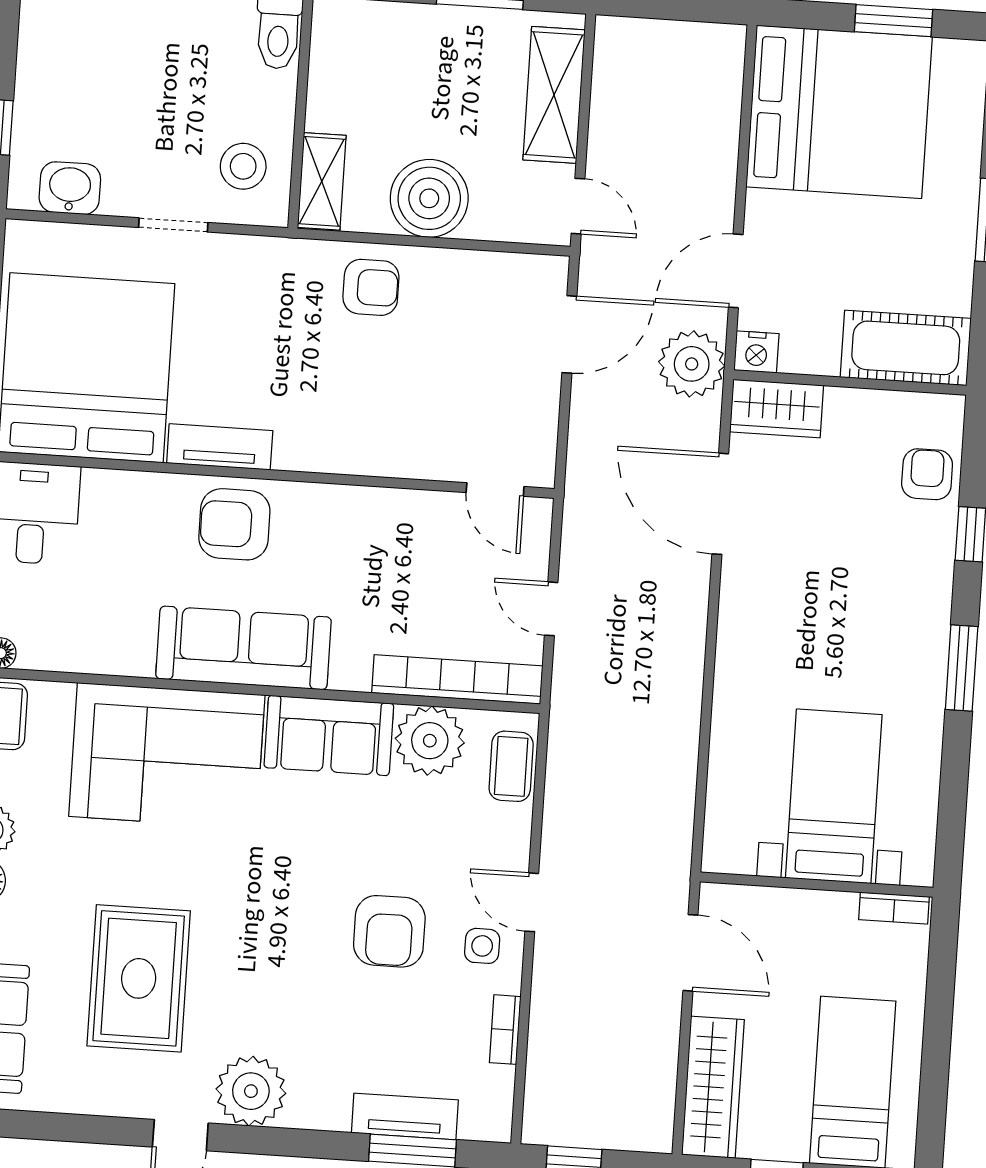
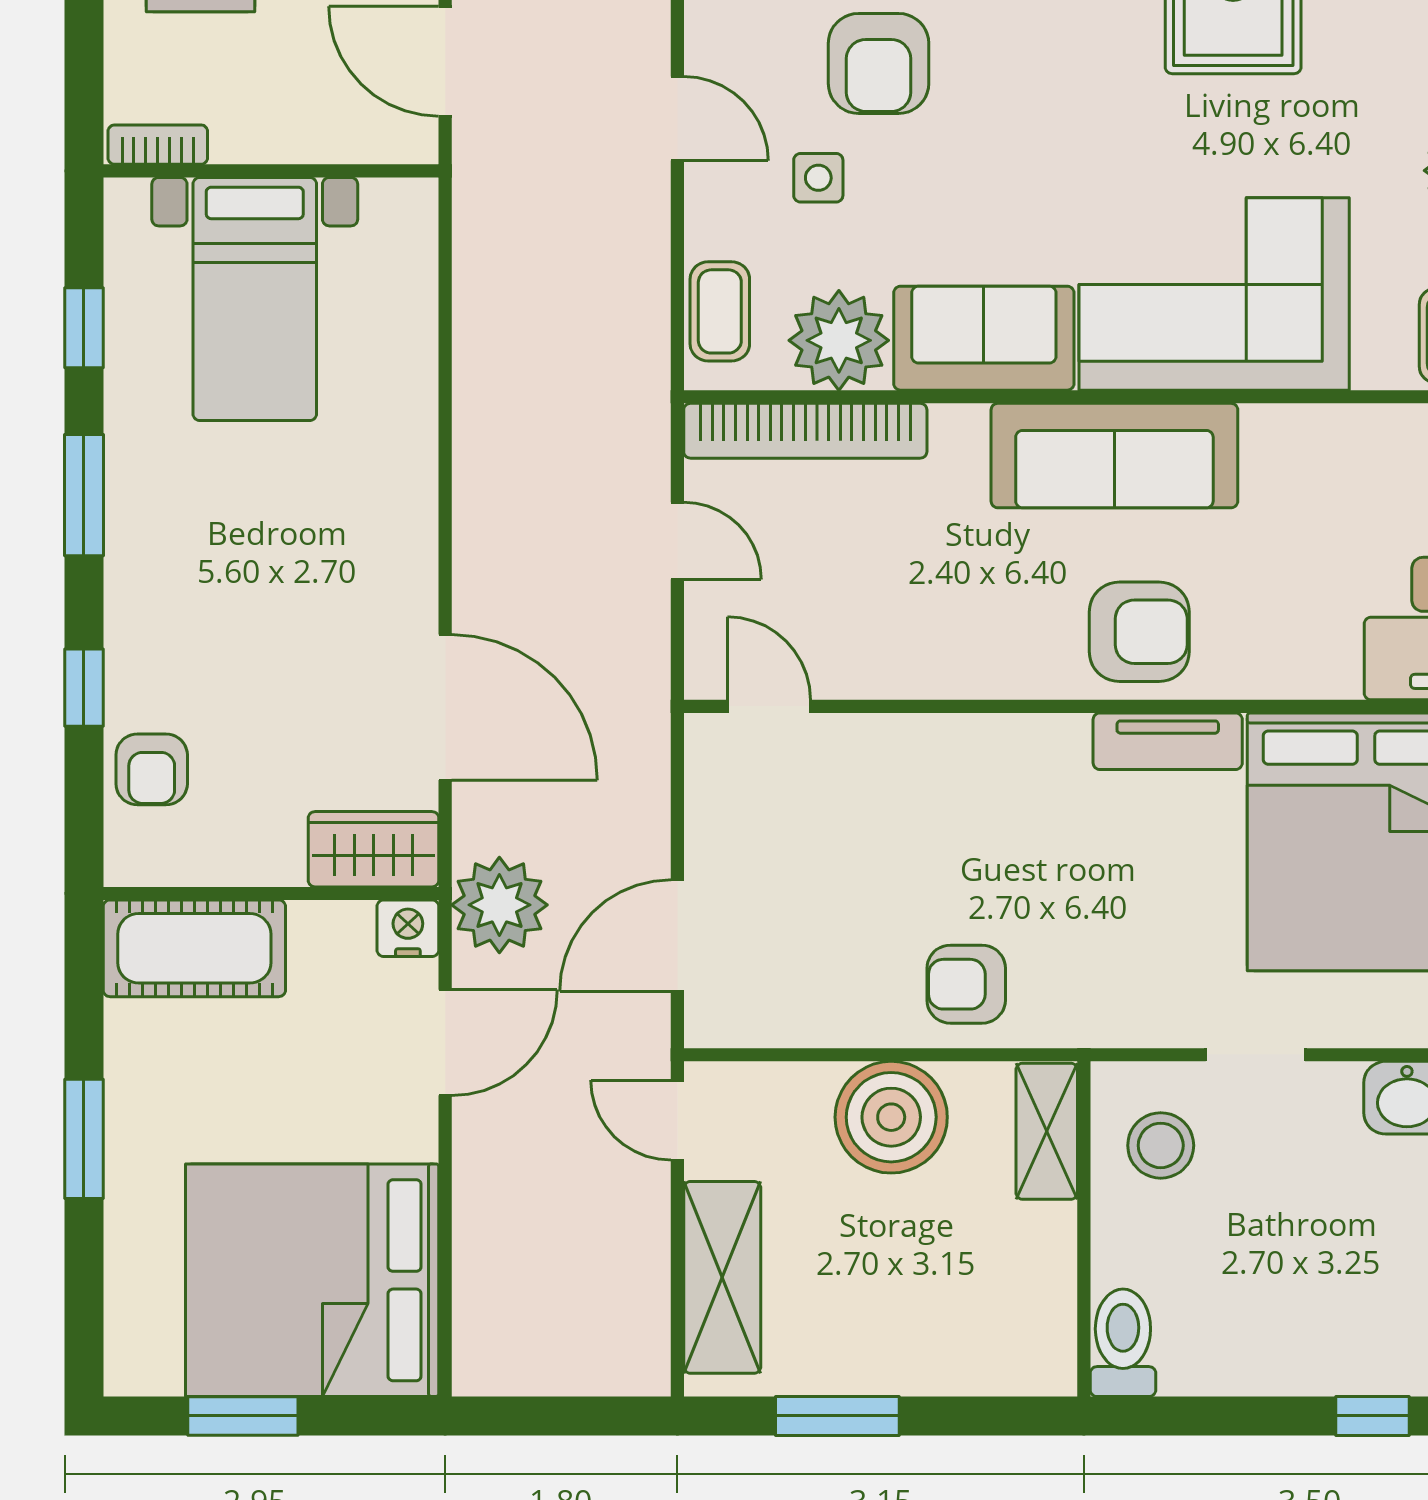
window: (954, 784) -> (84, 328), added
armchair: (389, 931) -> (879, 63), turned 180
side table: (482, 946) -> (818, 178), moved

